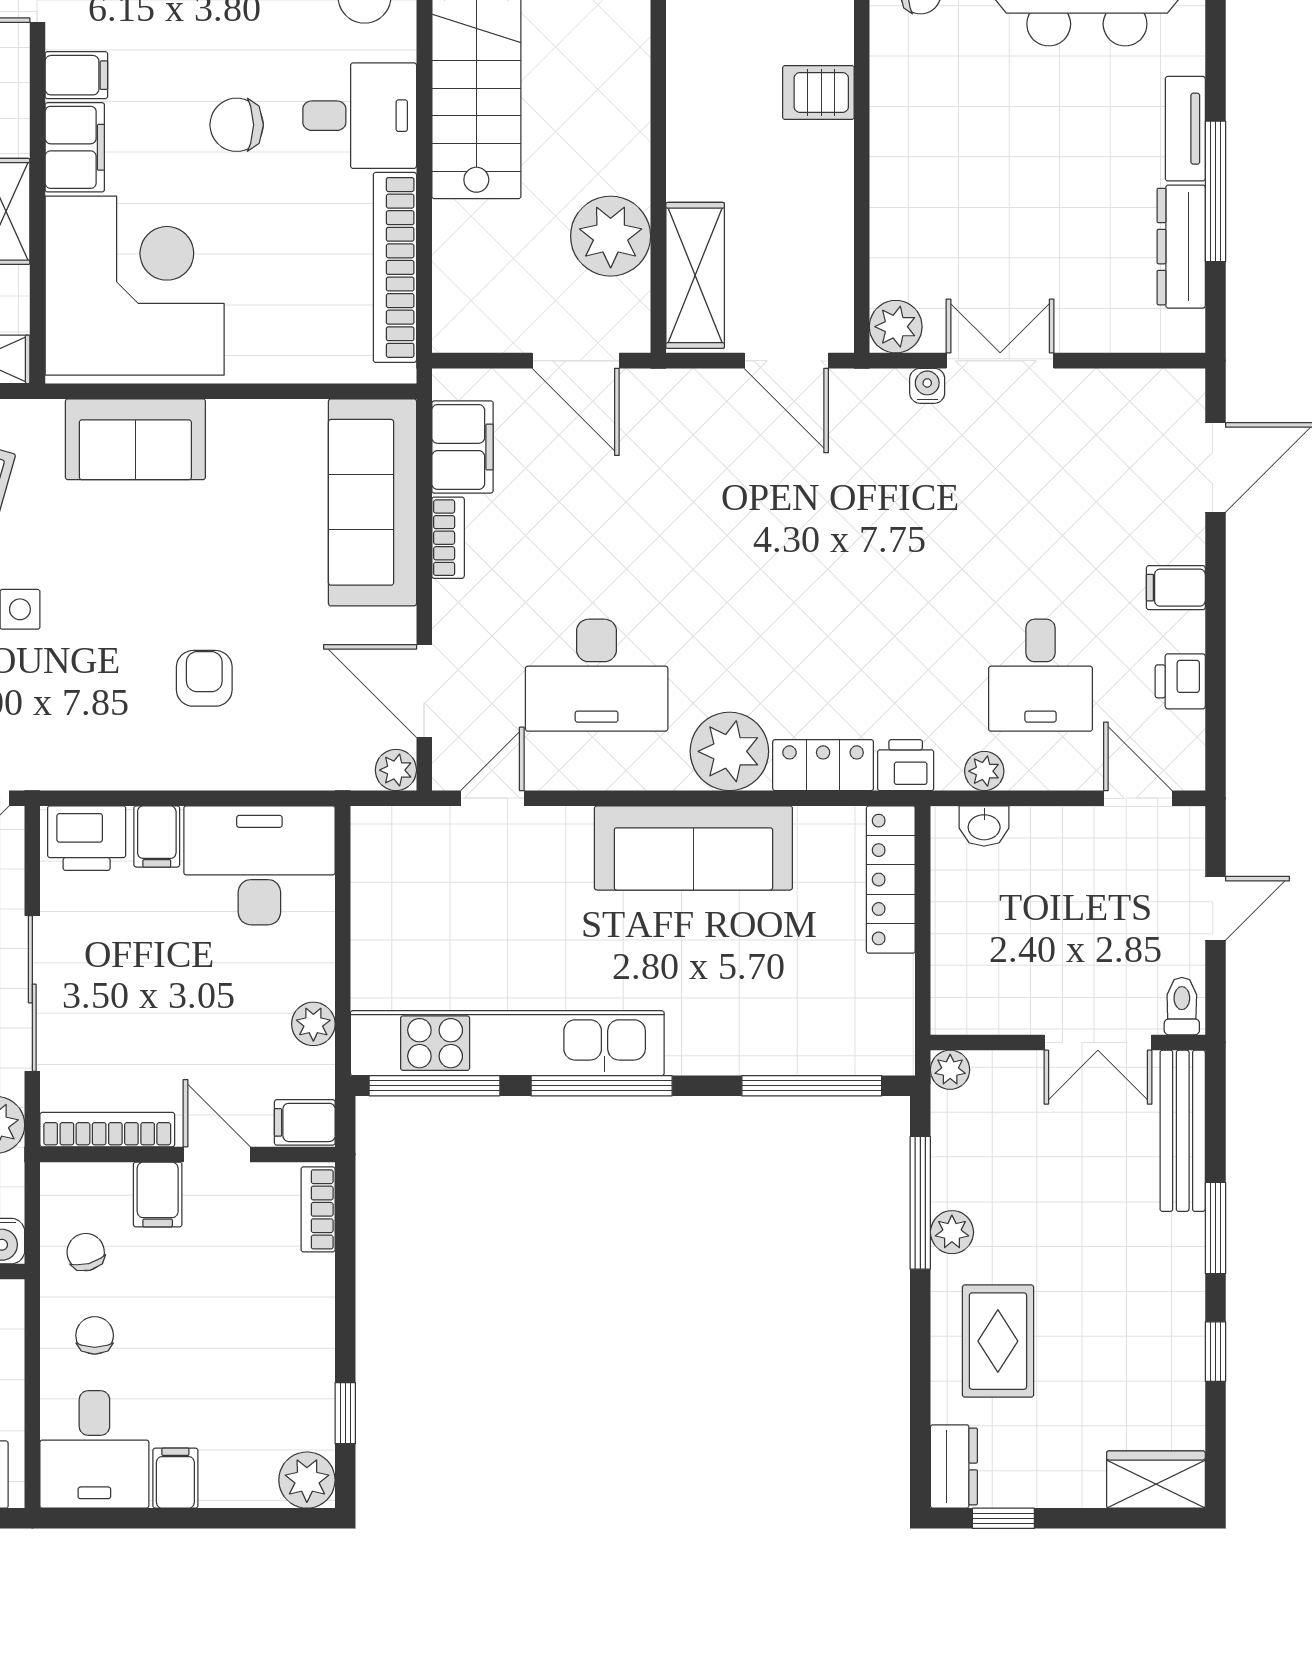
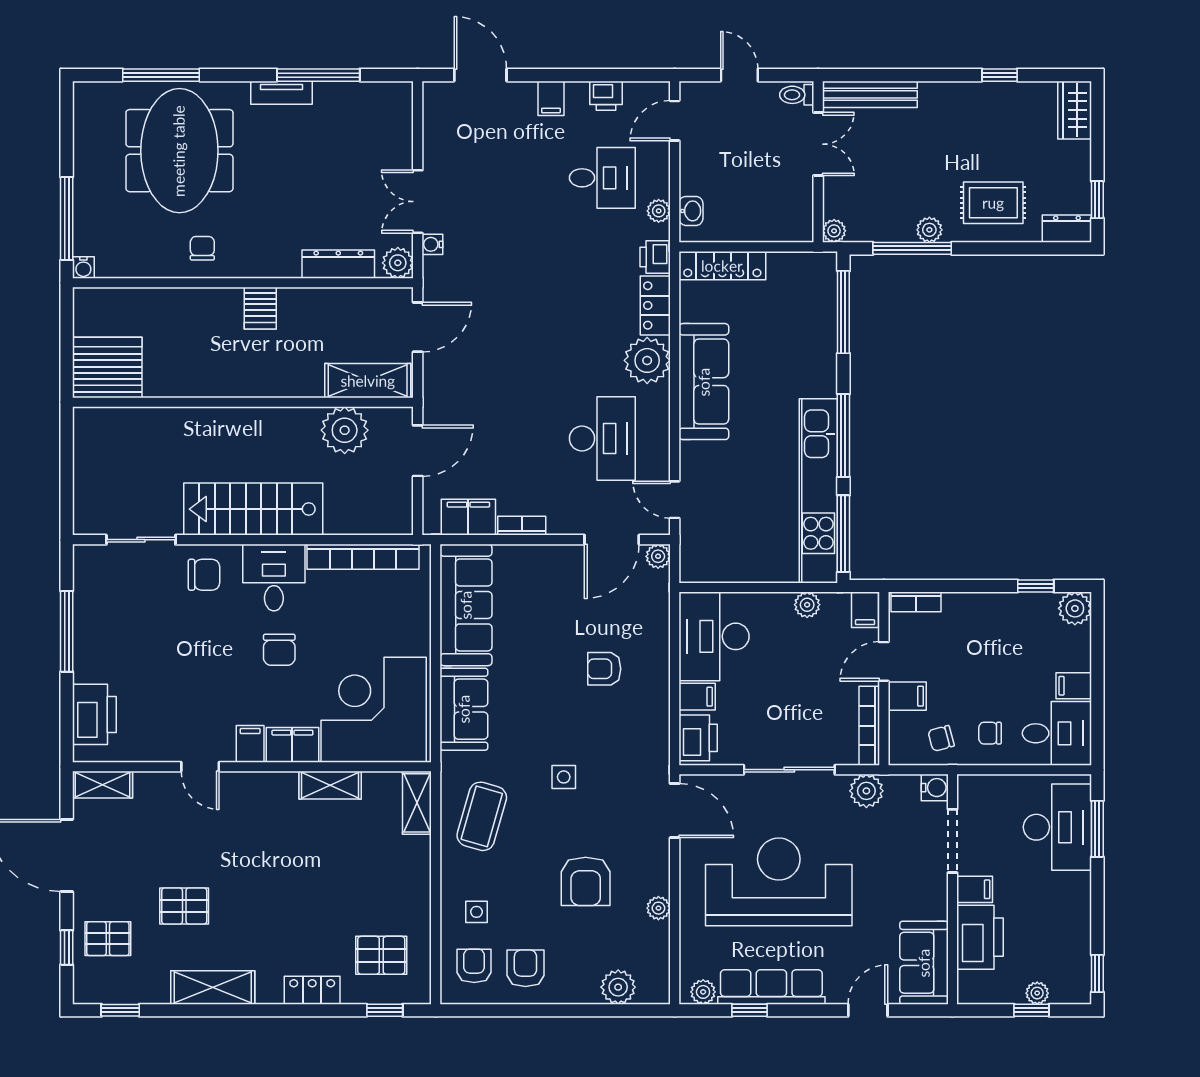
dresser: (1181, 247) -> (338, 264), moved, turned 180
sofa: (372, 502) -> (466, 605), moved, turned -90
window: (1215, 1228) -> (927, 75), removed

